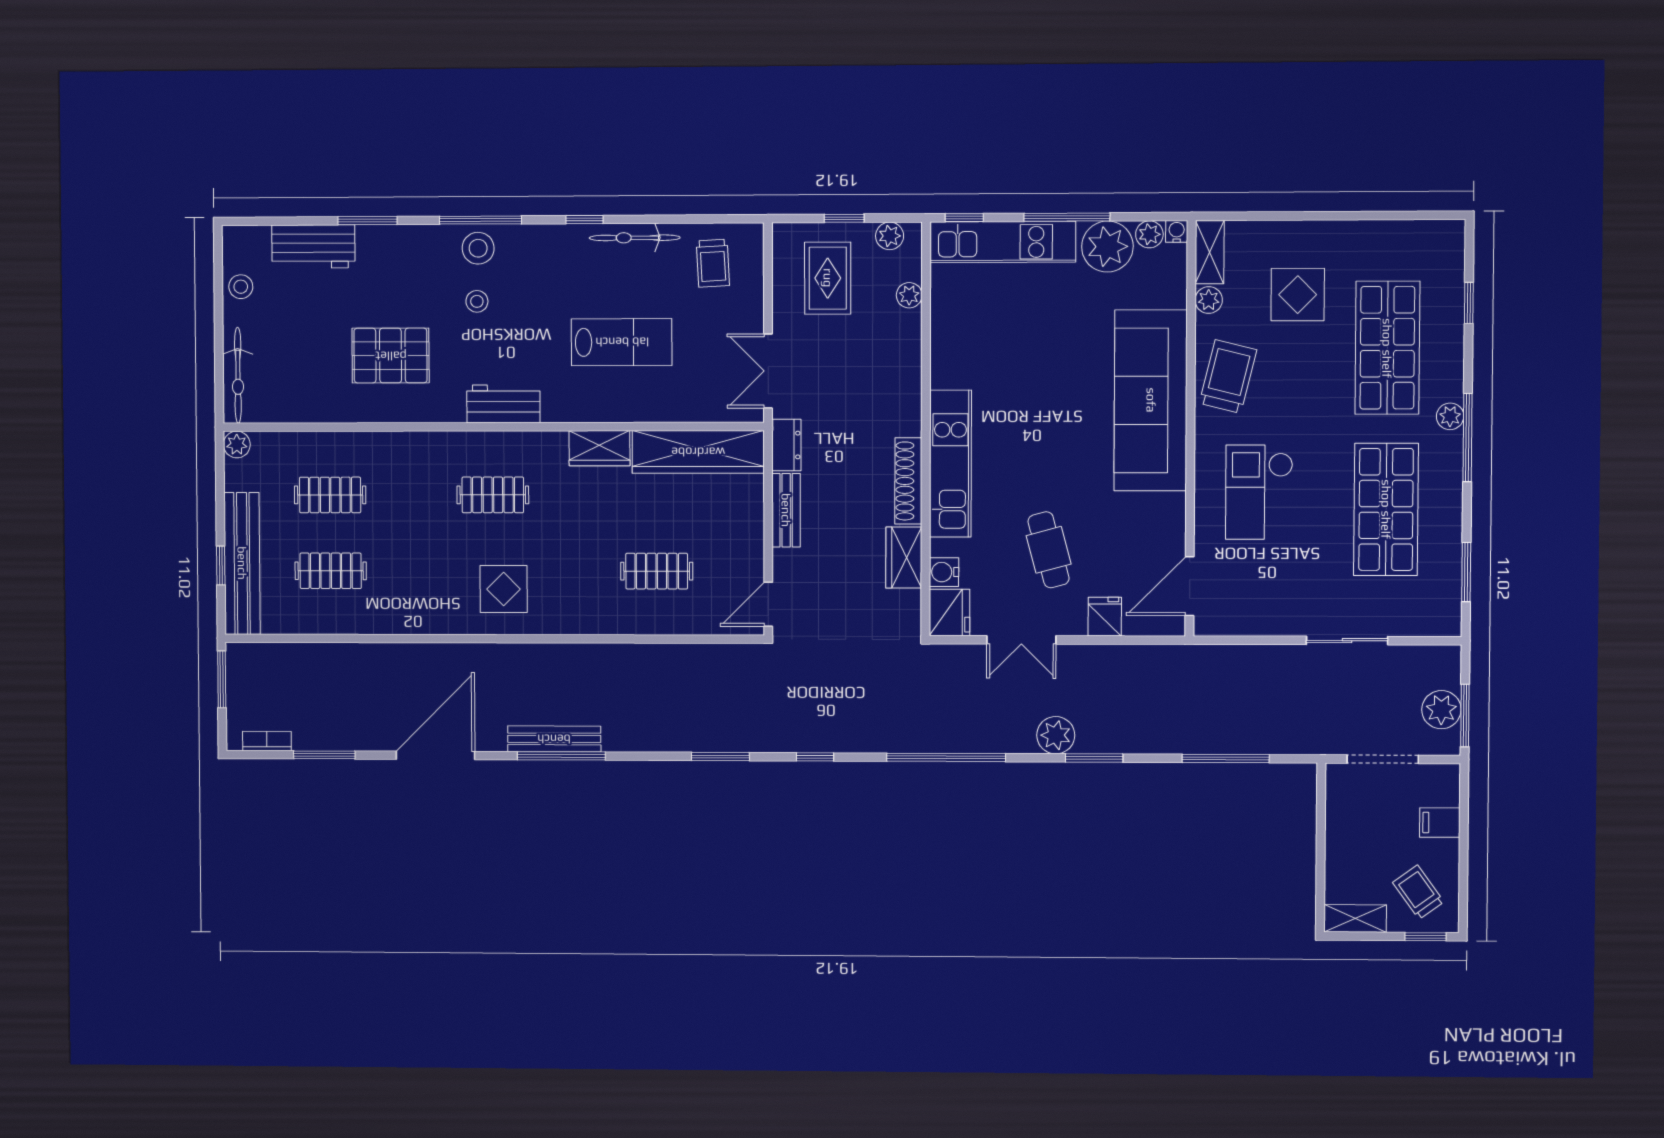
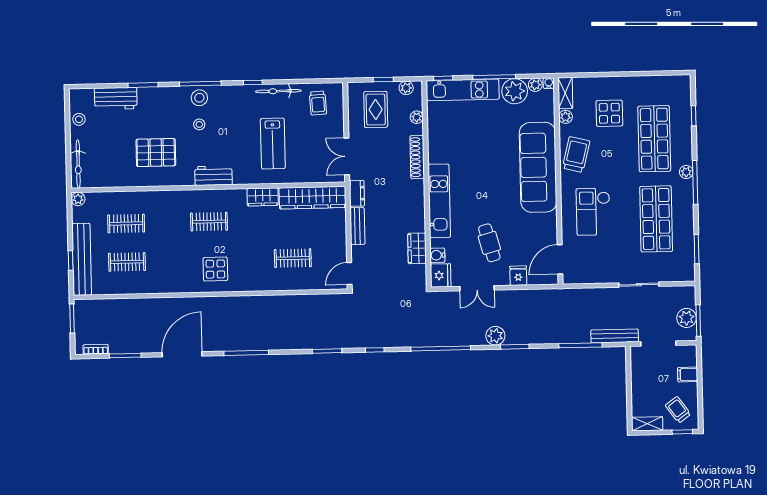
lab bench: (622, 342) -> (273, 143), turned 90
shoe rack: (908, 481) -> (417, 157), moved
bench: (554, 739) -> (615, 336), moved

